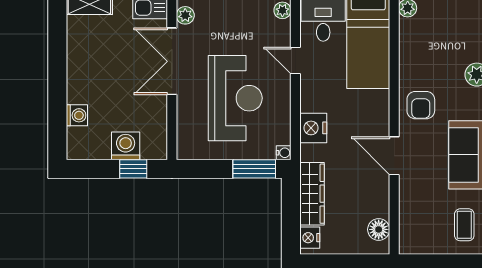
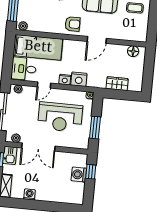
reception desk: (235, 98) -> (60, 117), turned 180
washing machine: (77, 115) -> (30, 194), moved
window: (254, 169) -> (95, 128), moved
wardrobe: (312, 194) -> (117, 84), width x0.67
nightstand: (310, 238) -> (65, 80), moved

